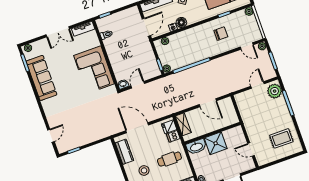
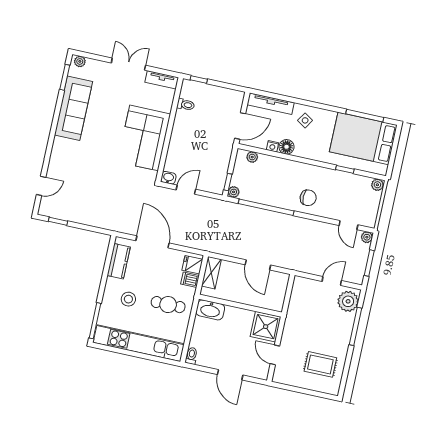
double door: (58, 32) -> (128, 64), swing flipped
chair: (221, 34) -> (308, 198), moved
shower: (216, 143) -> (266, 327), moved

